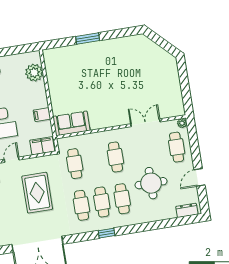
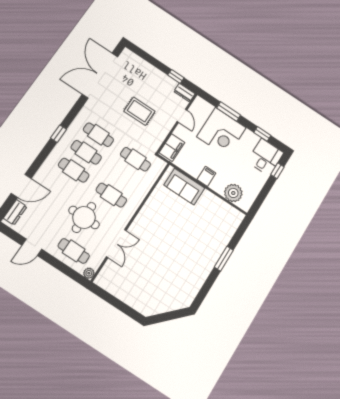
filing cabinet: (42, 115) -> (206, 176), moved
sofa: (71, 123) -> (184, 187), moved, turned 90
door: (200, 177) -> (32, 247), swing flipped
round table: (151, 183) -> (84, 217), moved
rug: (37, 193) -> (140, 111), width x0.73, depth x0.70
door: (166, 224) -> (21, 186), added

